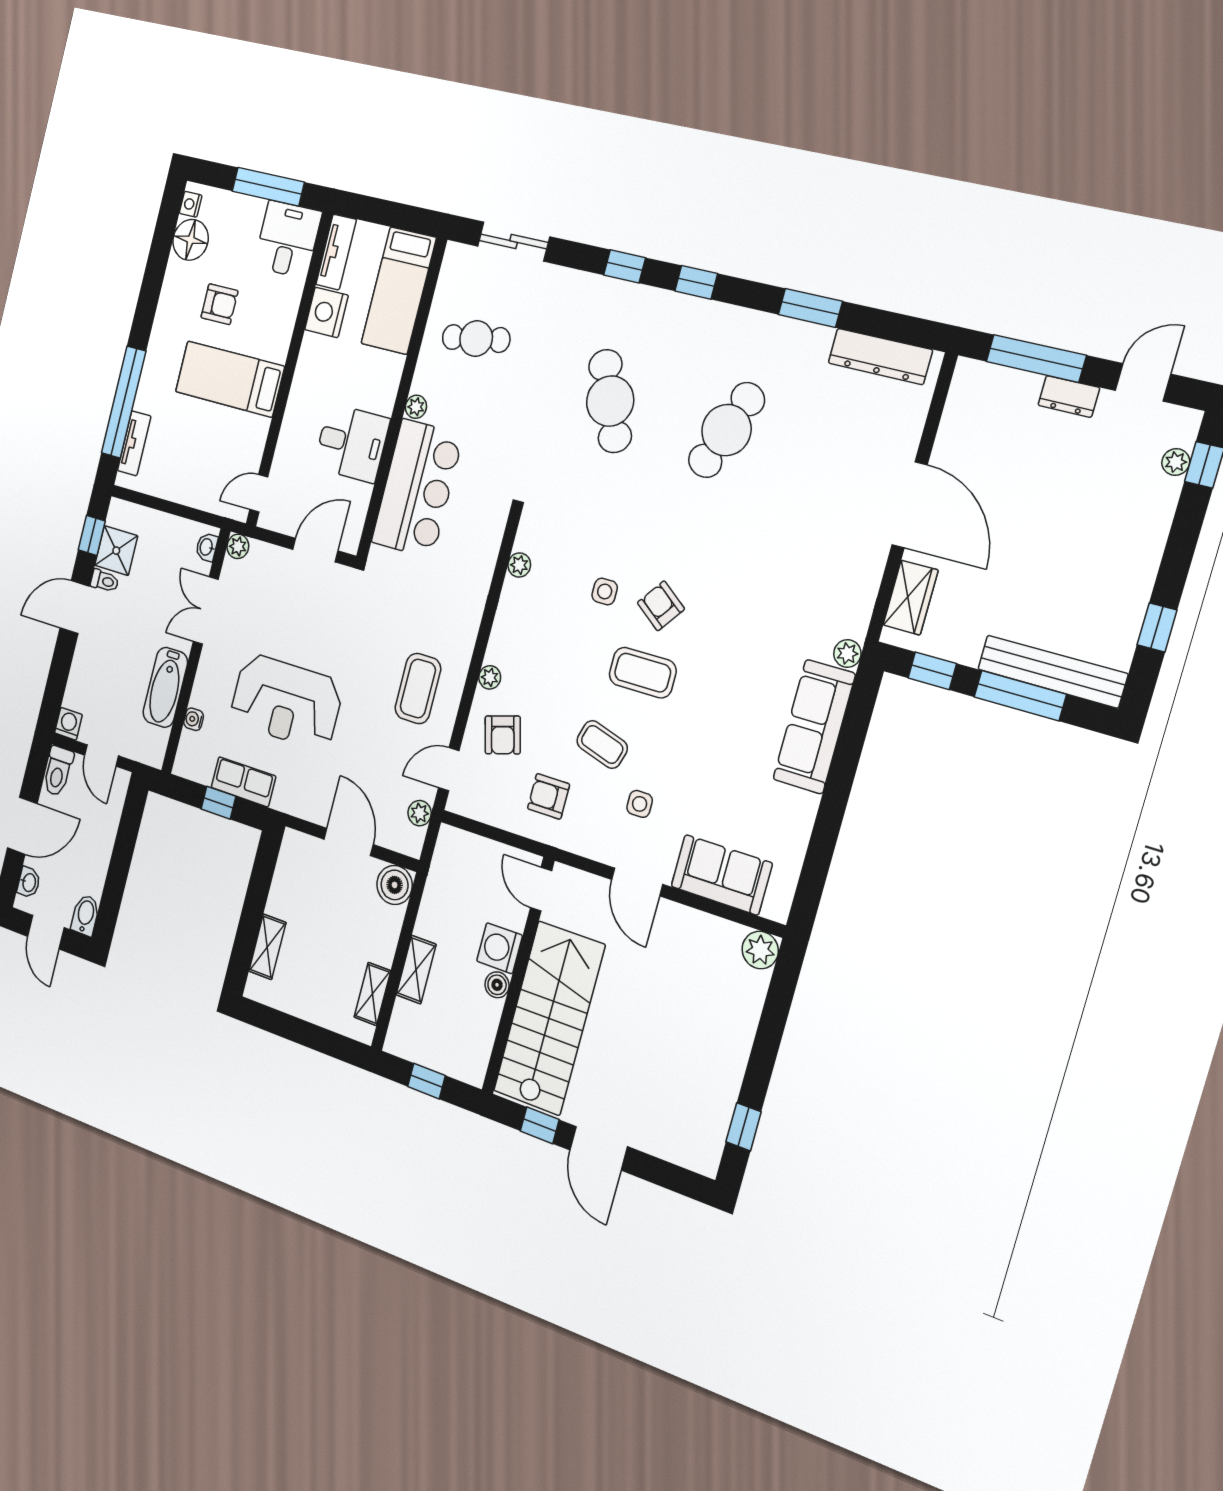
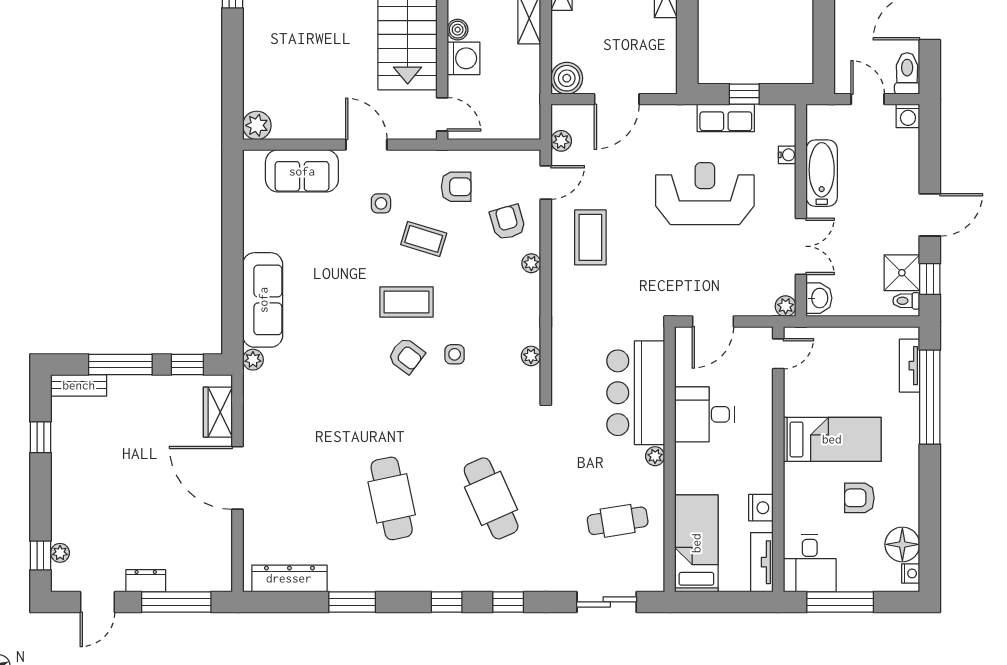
nightstand: (326, 312) -> (761, 508), width x0.74, depth x0.75
cafe table: (726, 430) -> (392, 498), turned -33
washbasin: (207, 547) -> (819, 298), width x1.38, depth x1.45
toilet: (104, 581) -> (906, 301), moved
bench: (1052, 671) -> (79, 385), width x0.54, depth x0.82
door: (349, 842) -> (617, 99), hinge flipped

